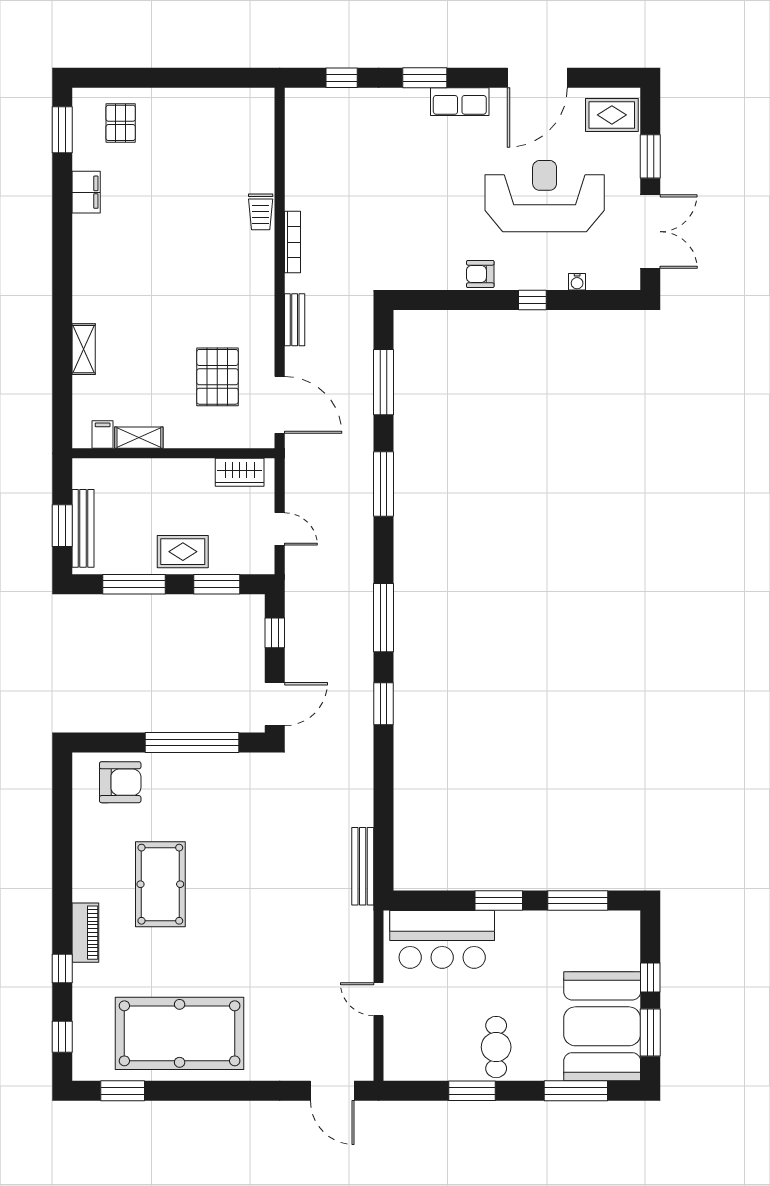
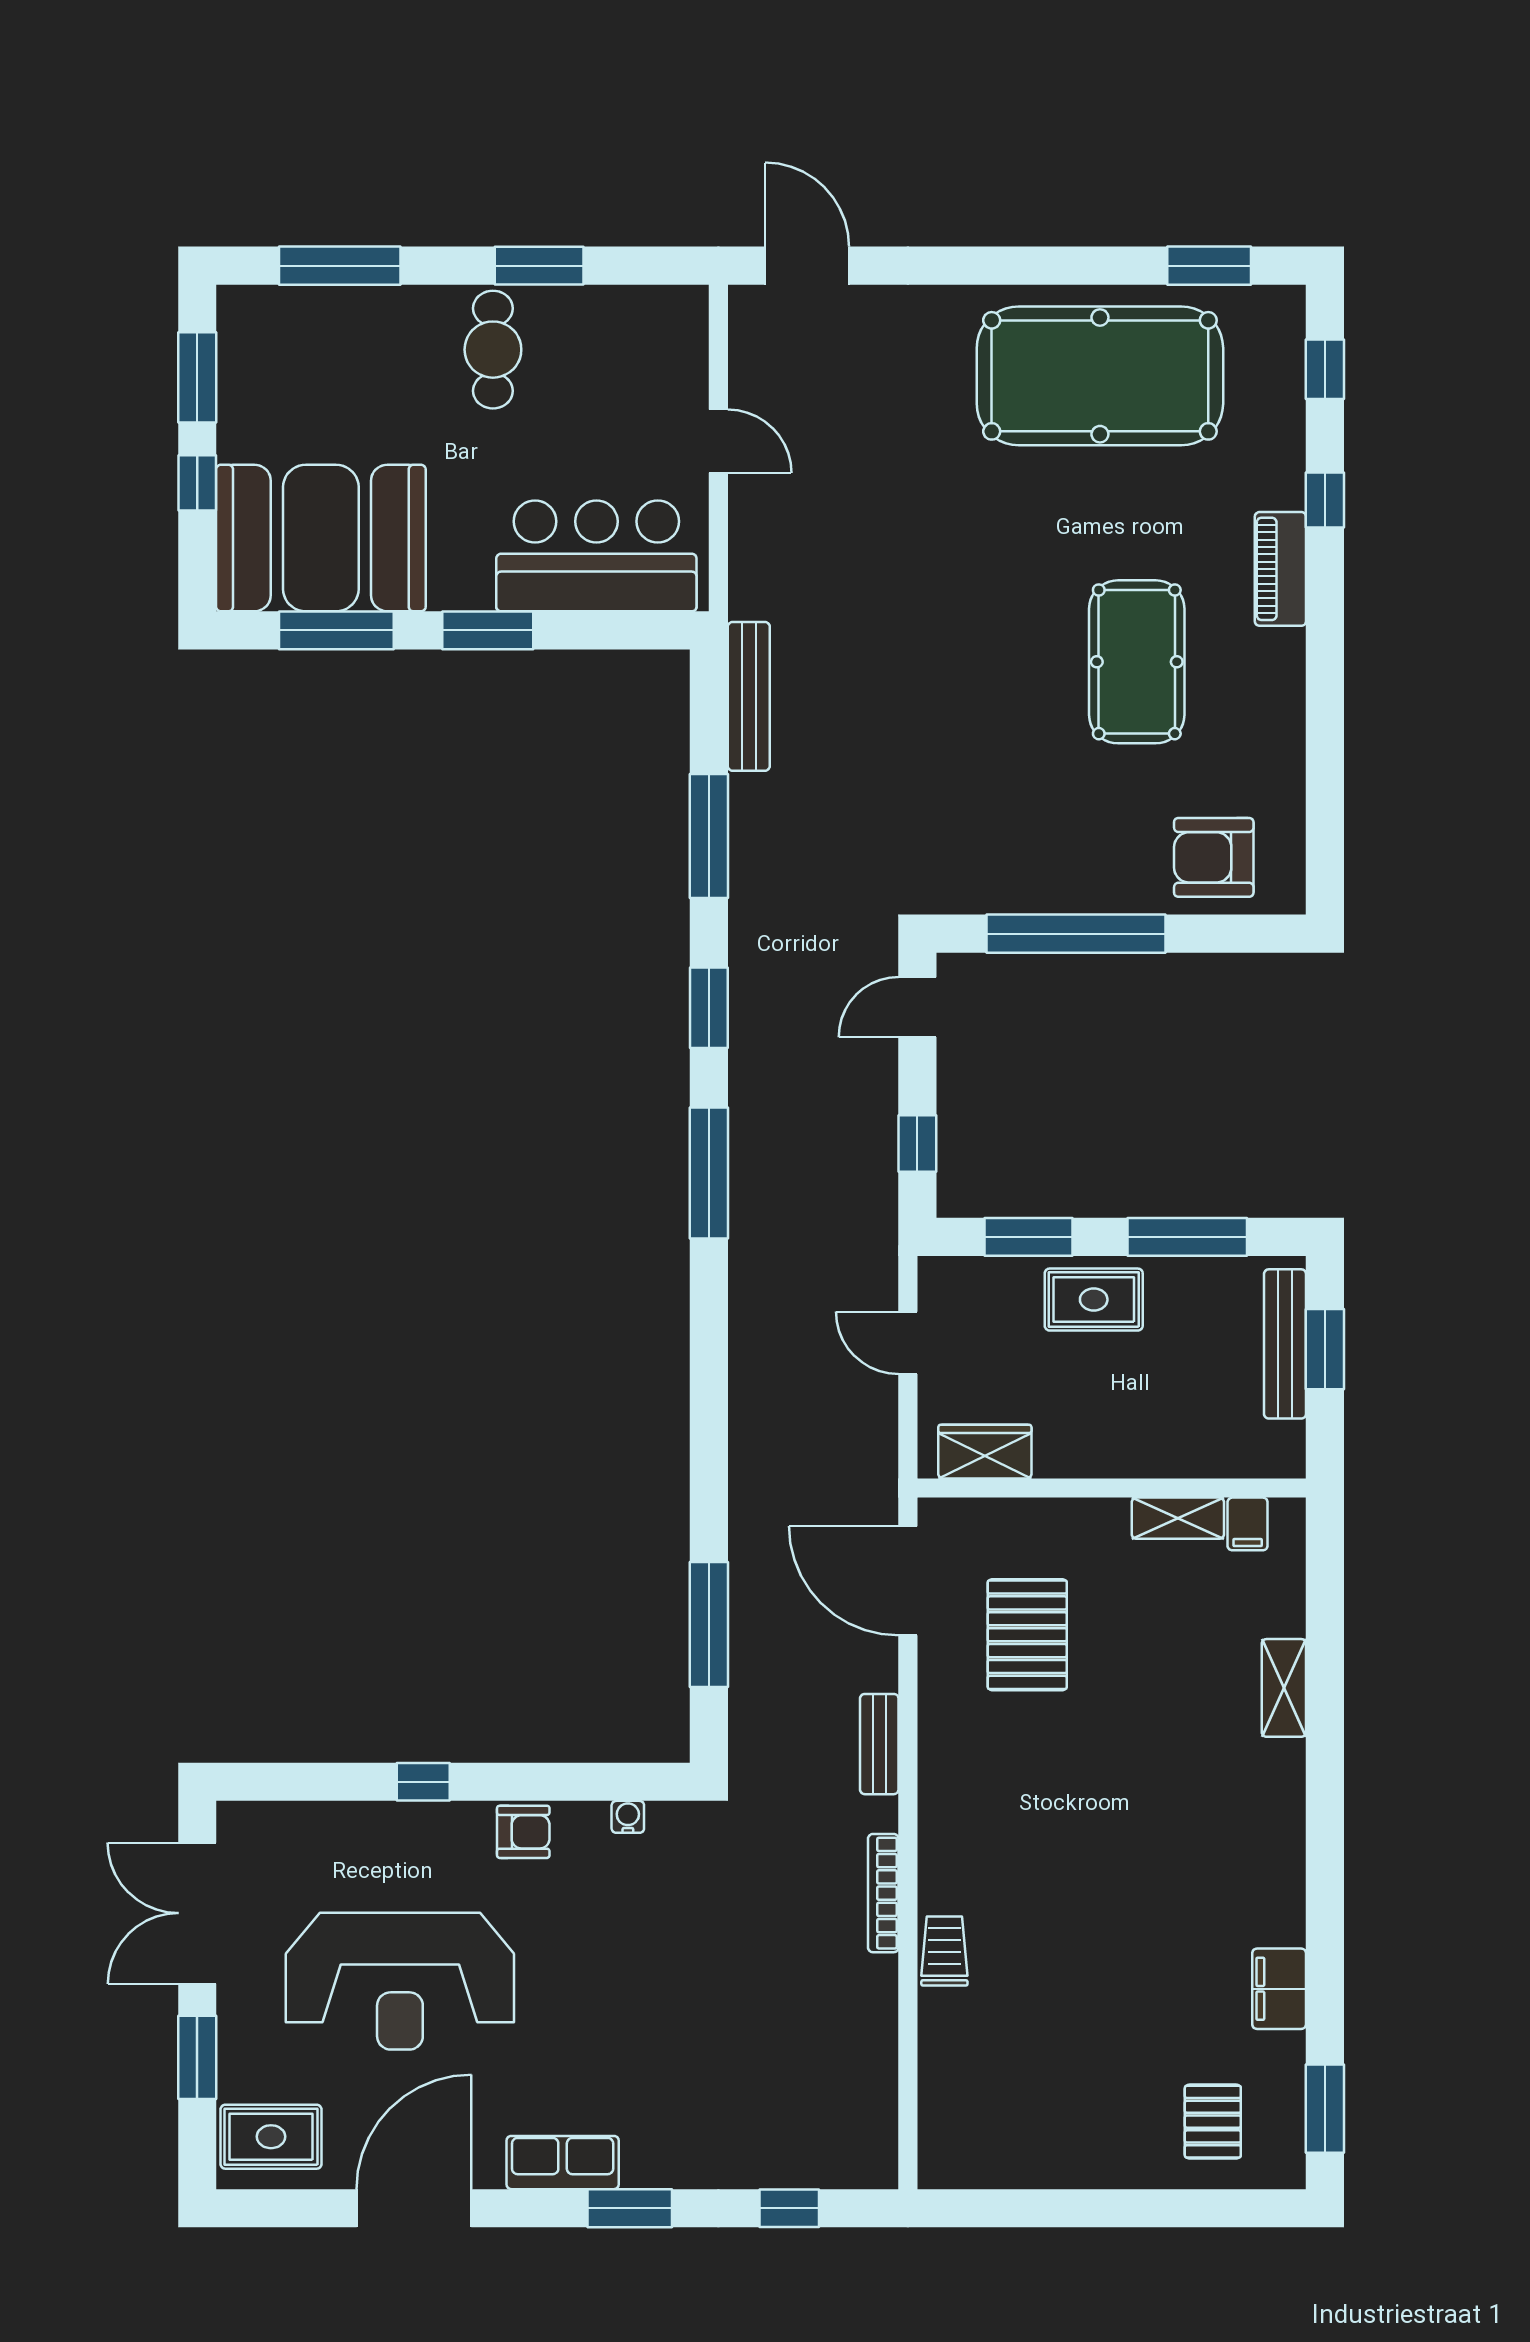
water cooler: (577, 282) -> (628, 1817), moved
window: (383, 484) -> (709, 836), moved
door: (275, 704) -> (917, 1007), width x0.73
booth: (602, 1026) -> (321, 538), moved, turned 90

